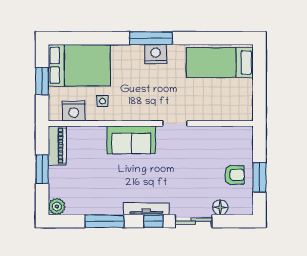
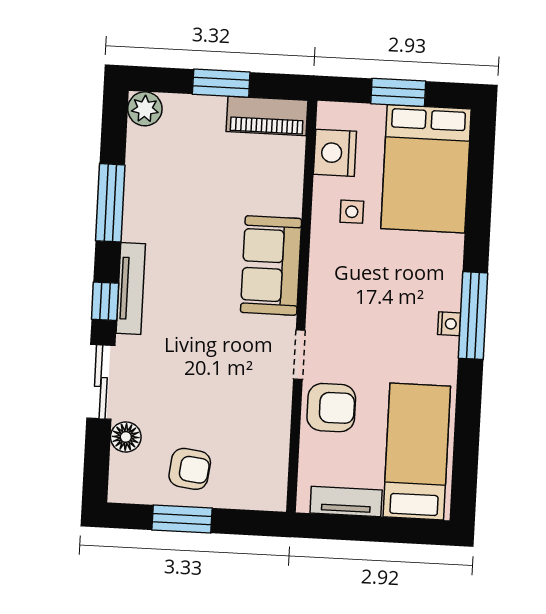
nightstand: (156, 54) -> (449, 324), width x0.53, depth x0.56
tv unit: (247, 96) -> (346, 501), added
armchair: (200, 106) -> (331, 408), added
armchair: (234, 175) -> (190, 469), turned -83

